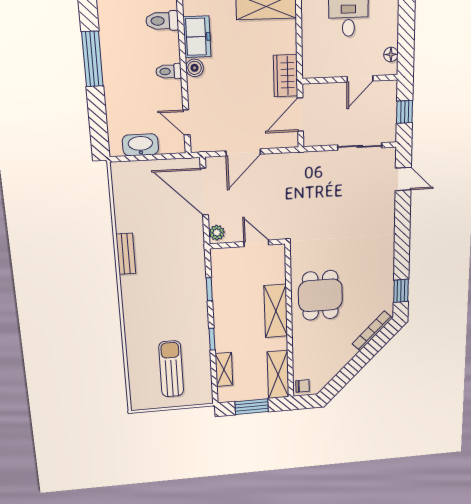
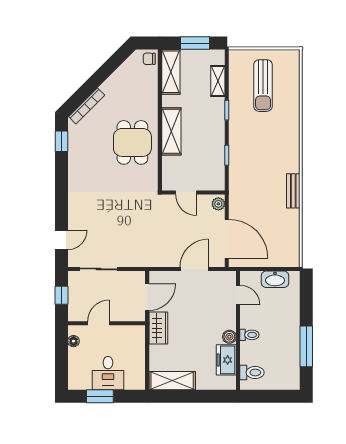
door: (403, 179) -> (61, 240), swing flipped

